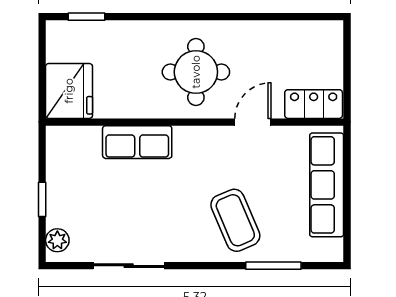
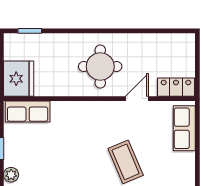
row of seats: (137, 142) -> (28, 112), moved
row of seats: (327, 185) -> (184, 128), width x0.68

